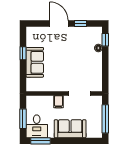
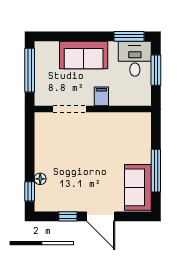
window: (23, 53) -> (156, 171), width x2.17
sofa: (35, 62) -> (138, 187), moved

